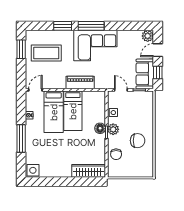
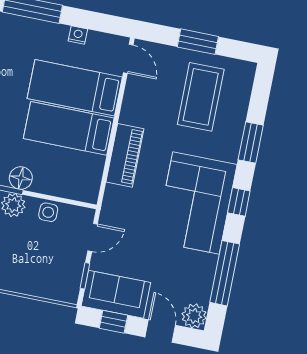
window: (91, 26) -> (239, 202), width x0.46
window: (125, 26) -> (225, 273), added
window: (21, 49) -> (198, 42), moved

